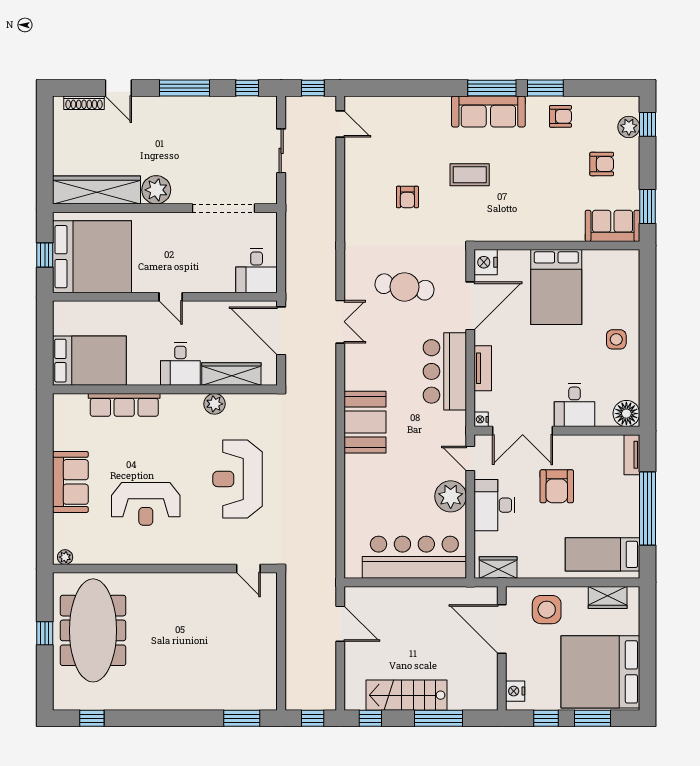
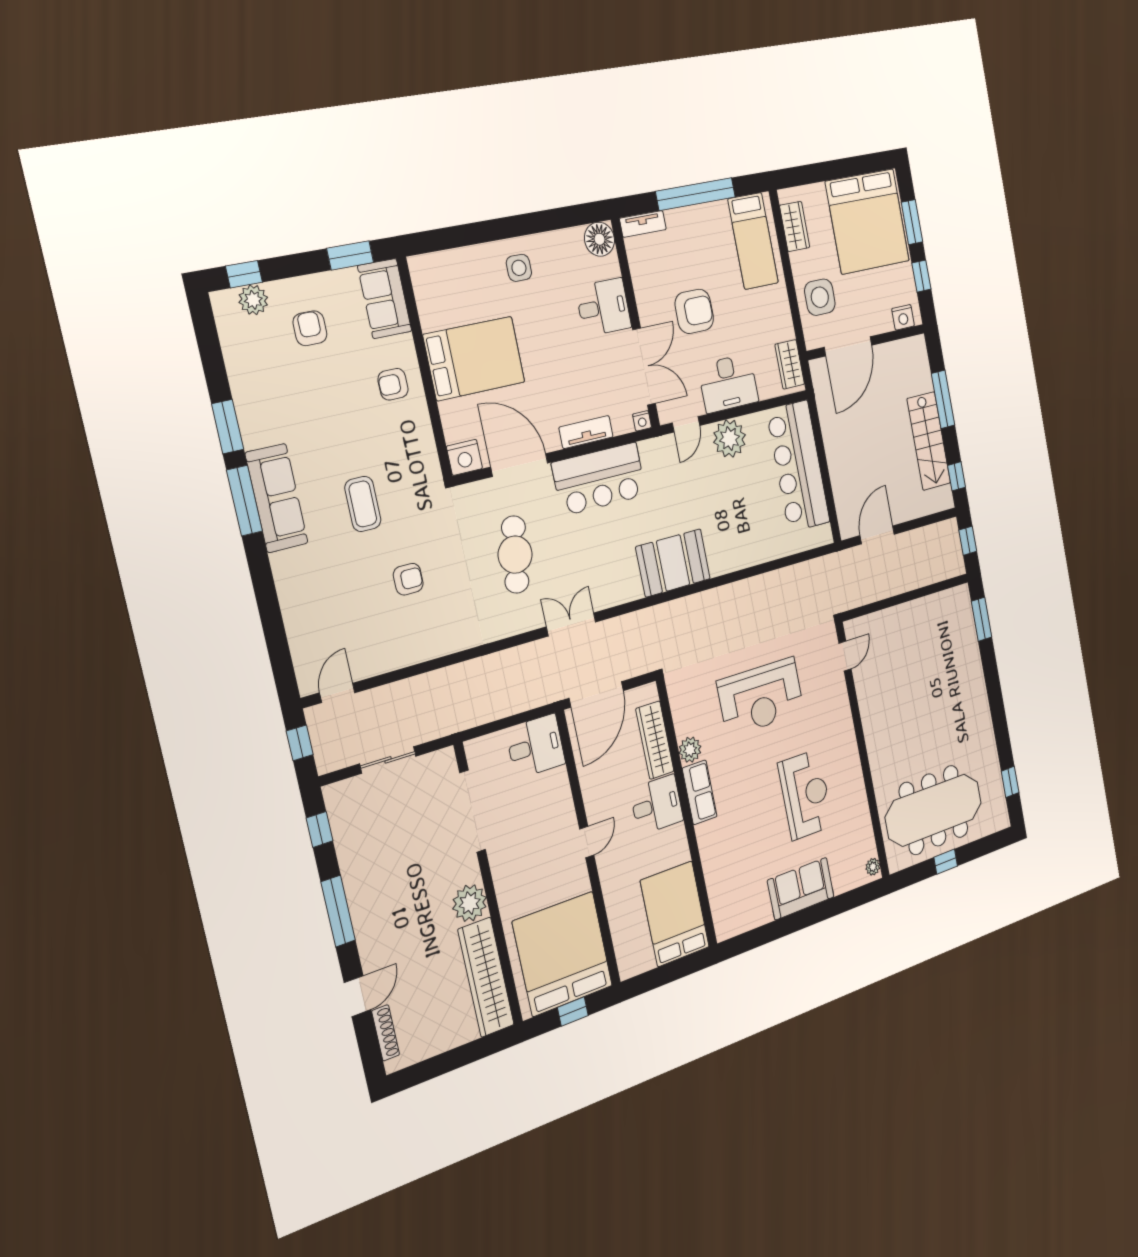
armchair: (560, 116) -> (393, 384), moved, turned -90
row of seats: (124, 405) -> (700, 792), moved, width x0.68

